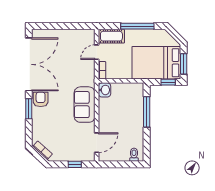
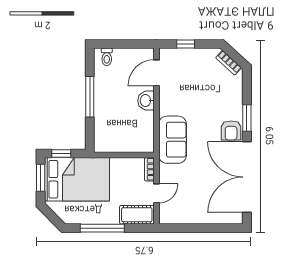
washbasin: (105, 90) -> (146, 101), moved
sofa: (85, 105) -> (173, 140), moved
window: (147, 112) -> (90, 97), moved

